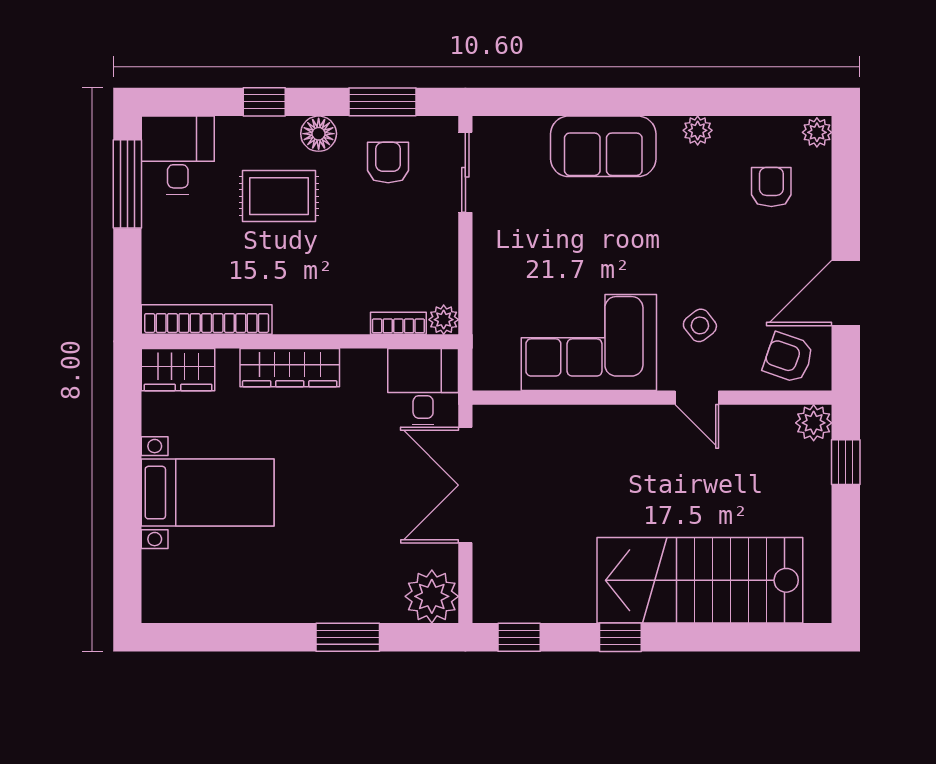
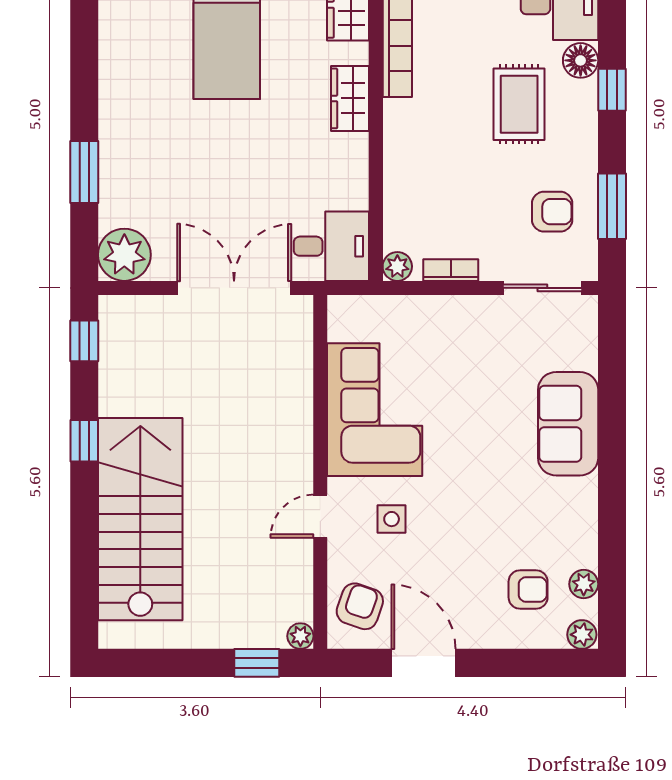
plant: (698, 130) -> (584, 584), moved
floor lamp: (319, 134) -> (581, 60), moved
bookcase: (398, 323) -> (451, 270), moved, turned -90
side table: (700, 325) -> (392, 519), turned 38
wardrobe: (290, 368) -> (350, 98), width x0.67
plant: (814, 423) -> (300, 636), width x0.73, depth x0.73

